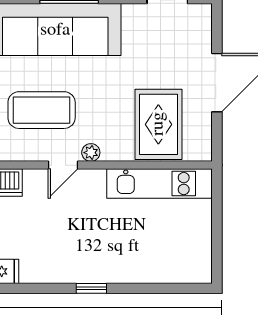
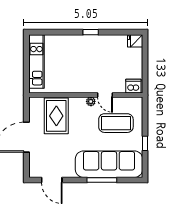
door: (63, 165) -> (105, 95), swing flipped
kitchen unit: (159, 184) -> (36, 61), moved, turned 90

